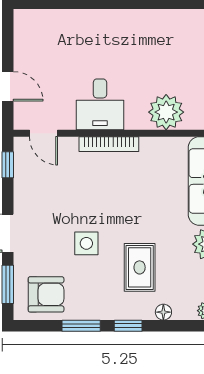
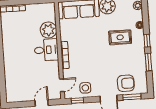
desk: (100, 104) -> (46, 50), moved
side table: (86, 243) -> (85, 88), moved
armchair: (46, 294) -> (126, 83), moved, turned 90

